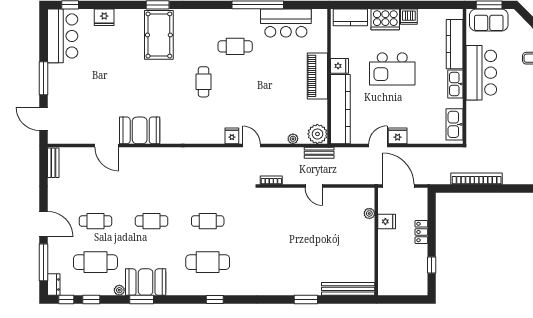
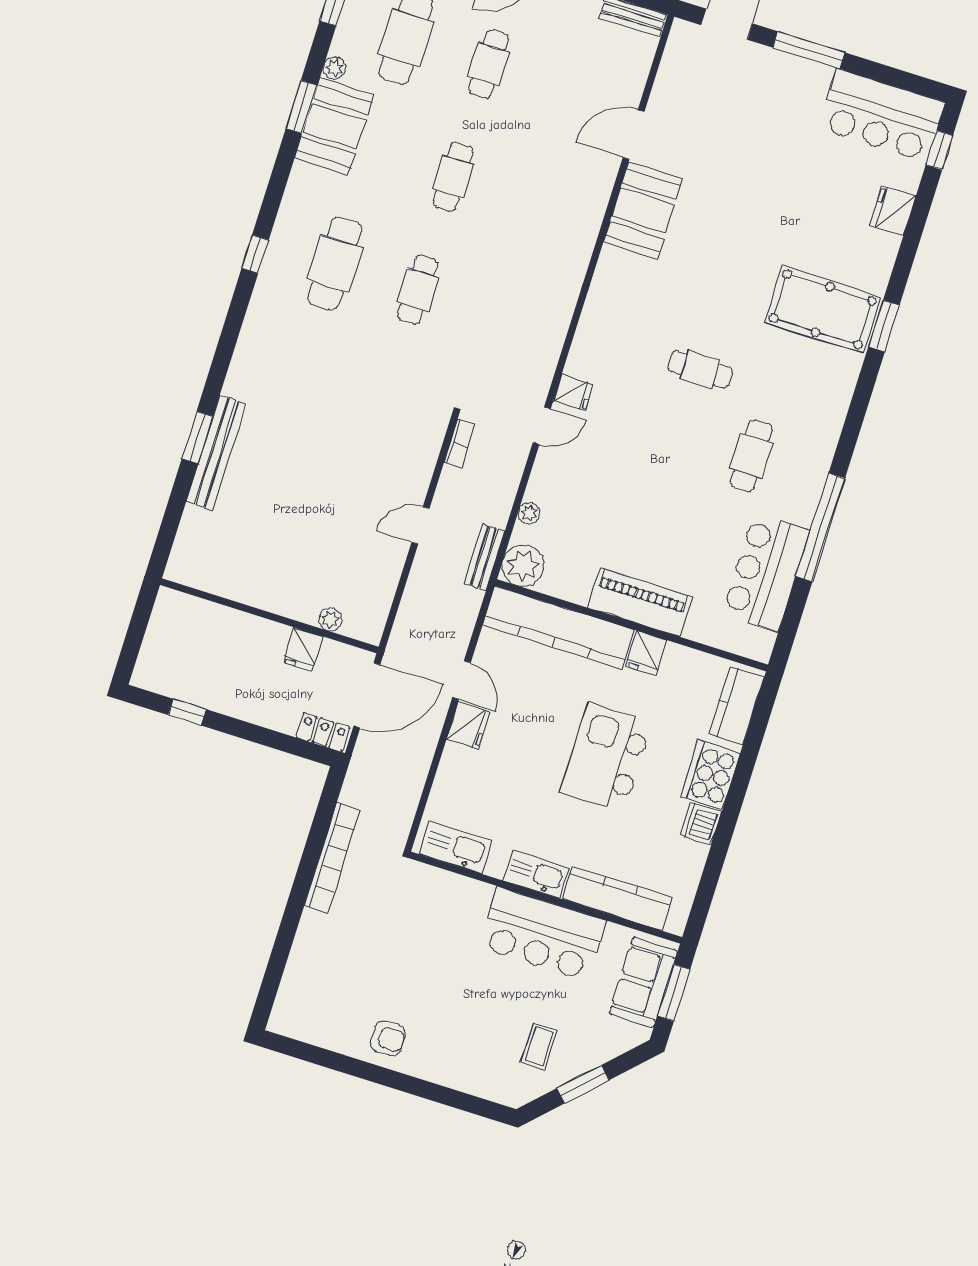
locker: (421, 232) -> (323, 732), moved
bench: (348, 289) -> (216, 453), moved

